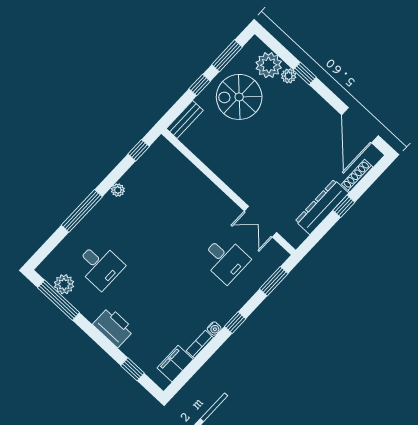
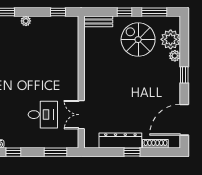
window: (305, 73) -> (184, 75), moved
desk: (225, 259) -> (43, 115), turned -90

